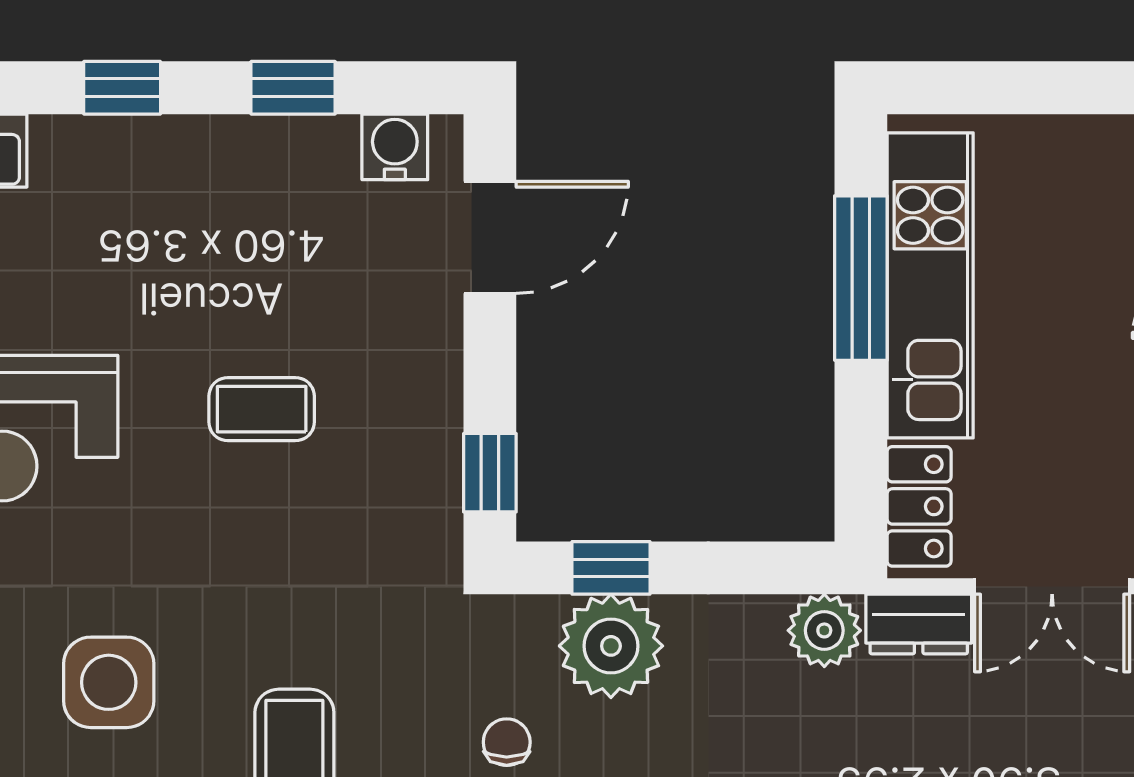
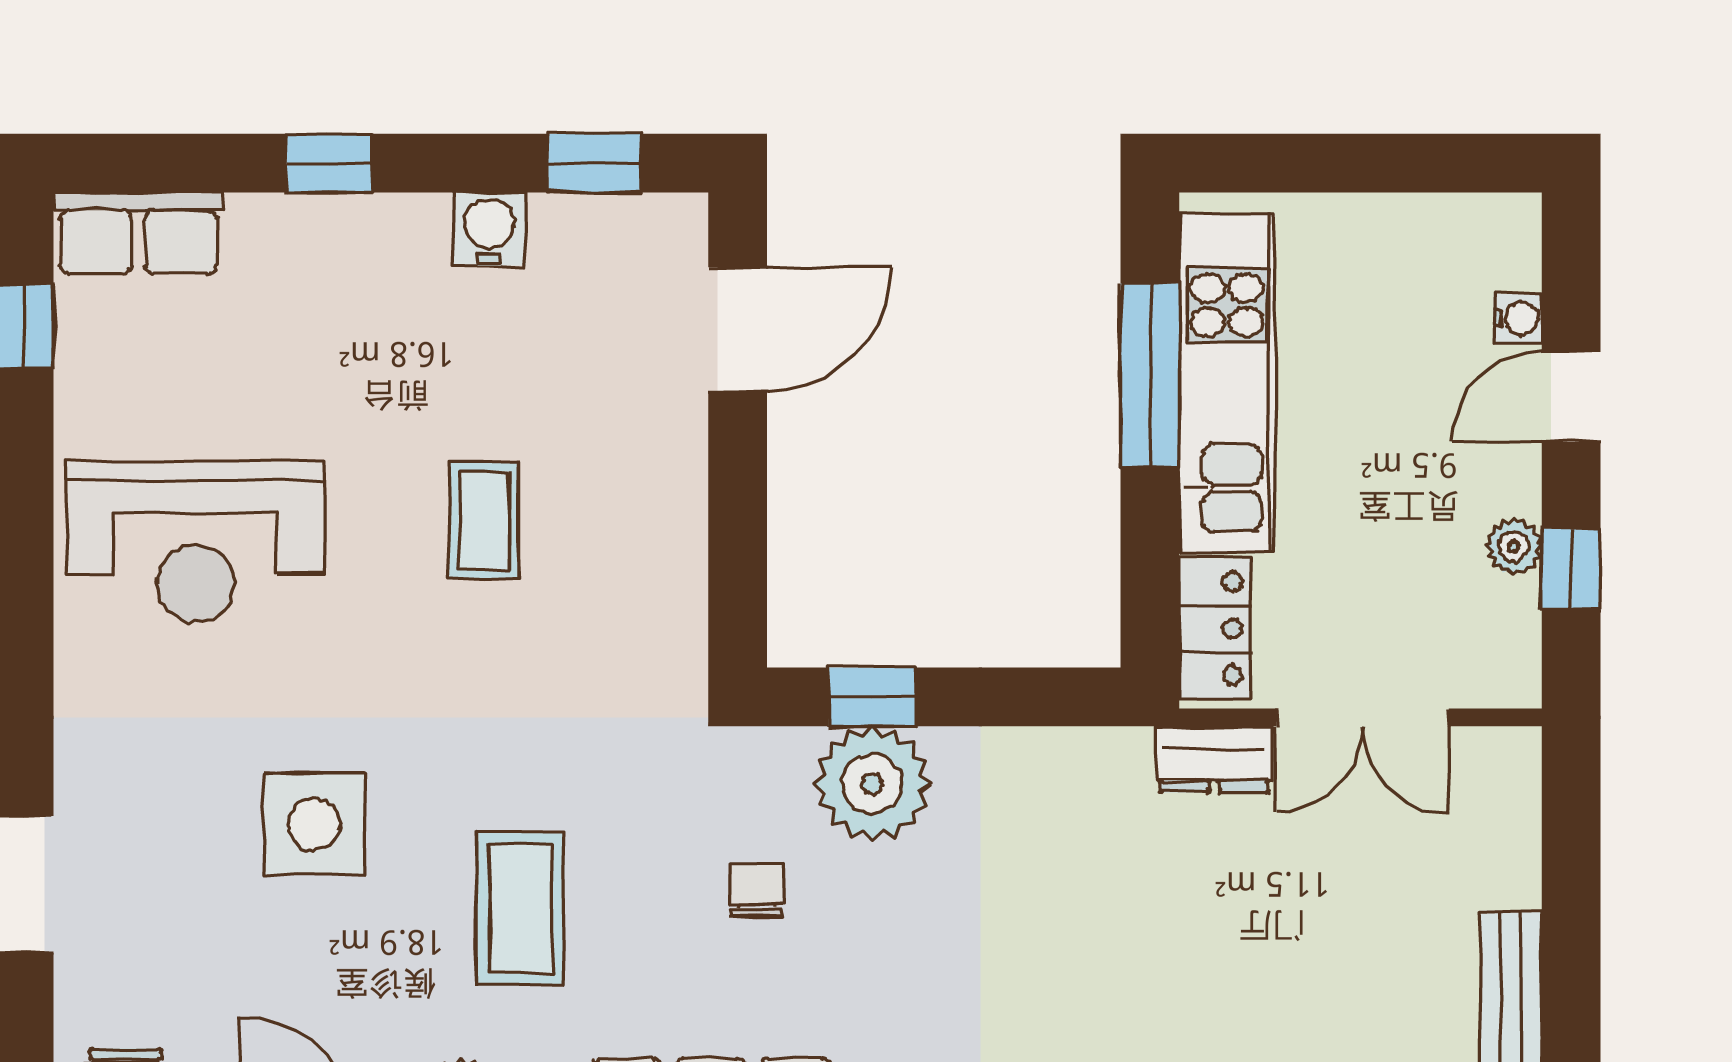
window: (293, 88) -> (594, 163), moved
water cooler: (395, 147) -> (489, 229), moved
coffee table: (262, 409) -> (484, 520), turned 90
window: (490, 473) -> (738, 591), removed
plant: (824, 630) -> (1109, 766), removed

